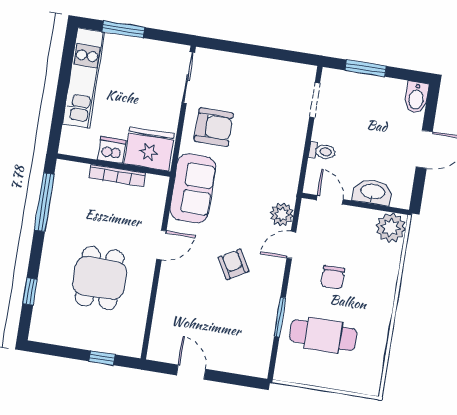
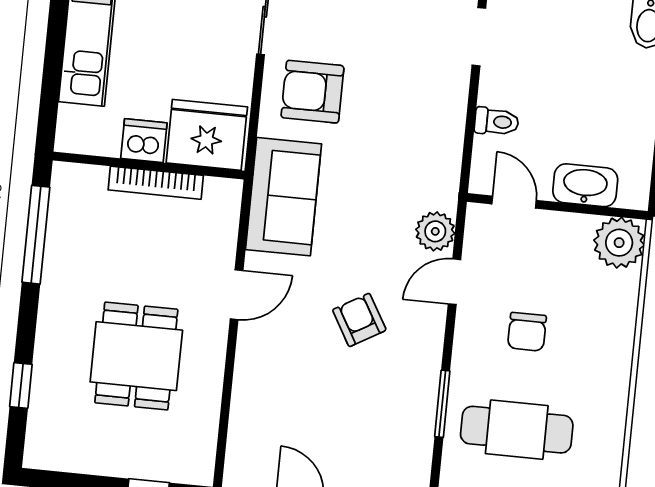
armchair: (214, 127) -> (312, 92), turned 180

